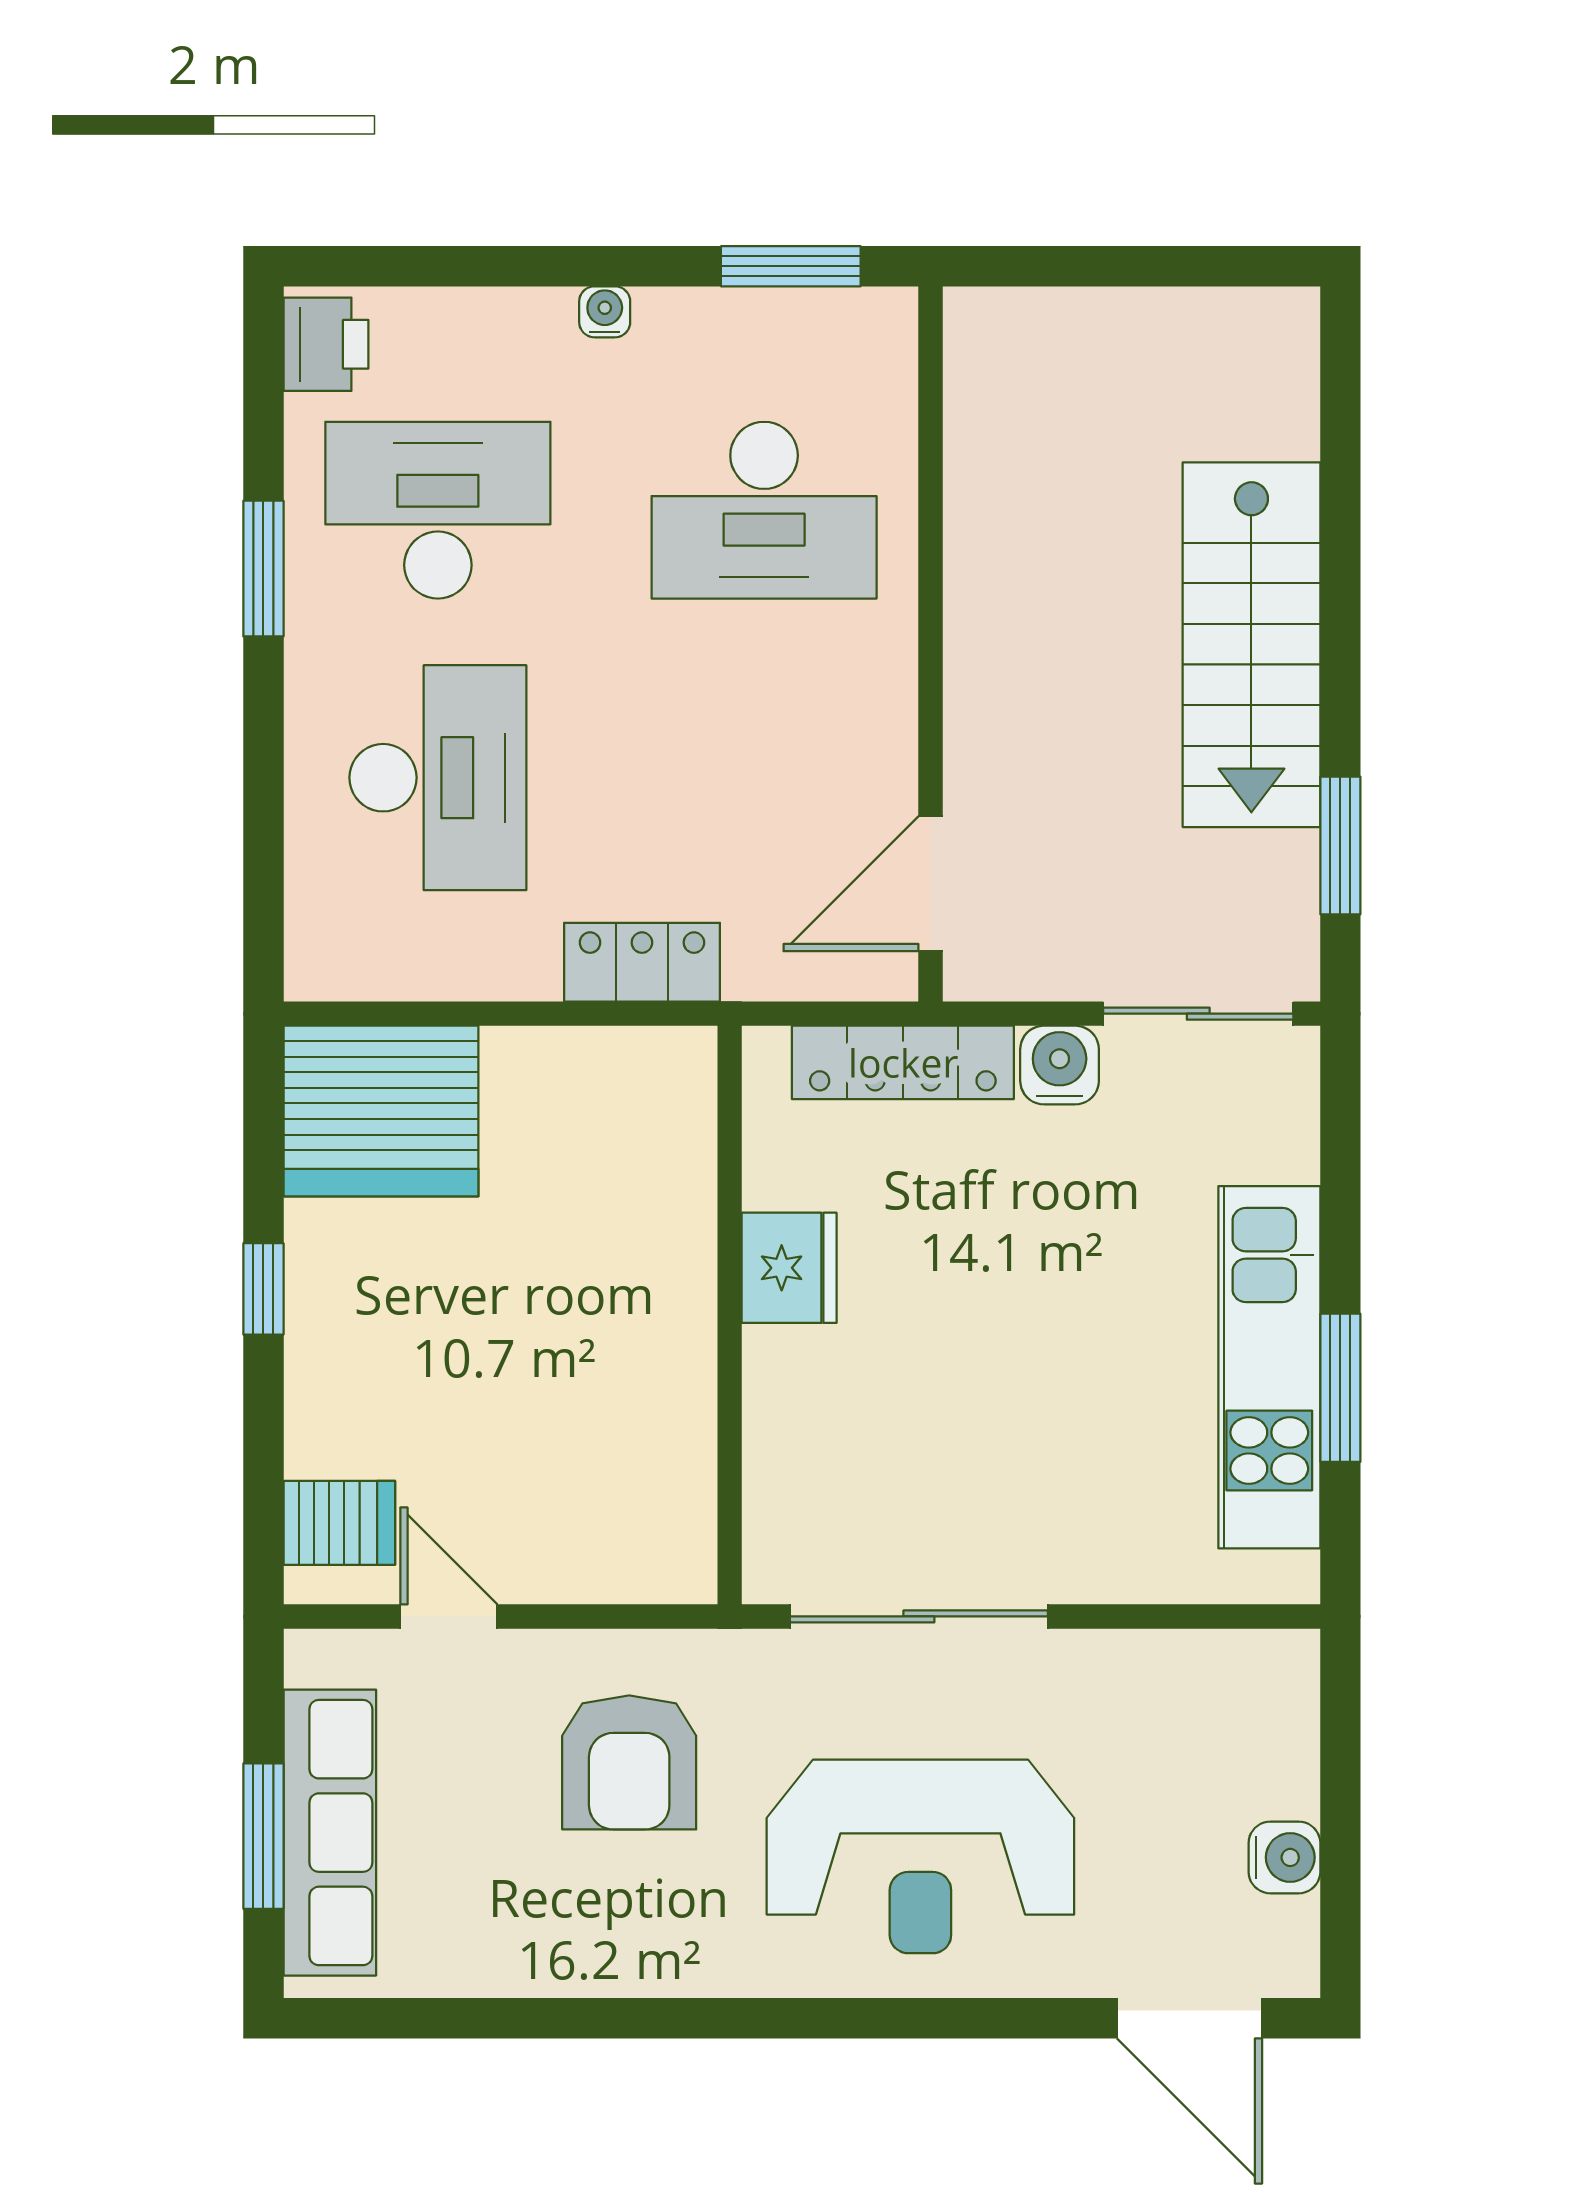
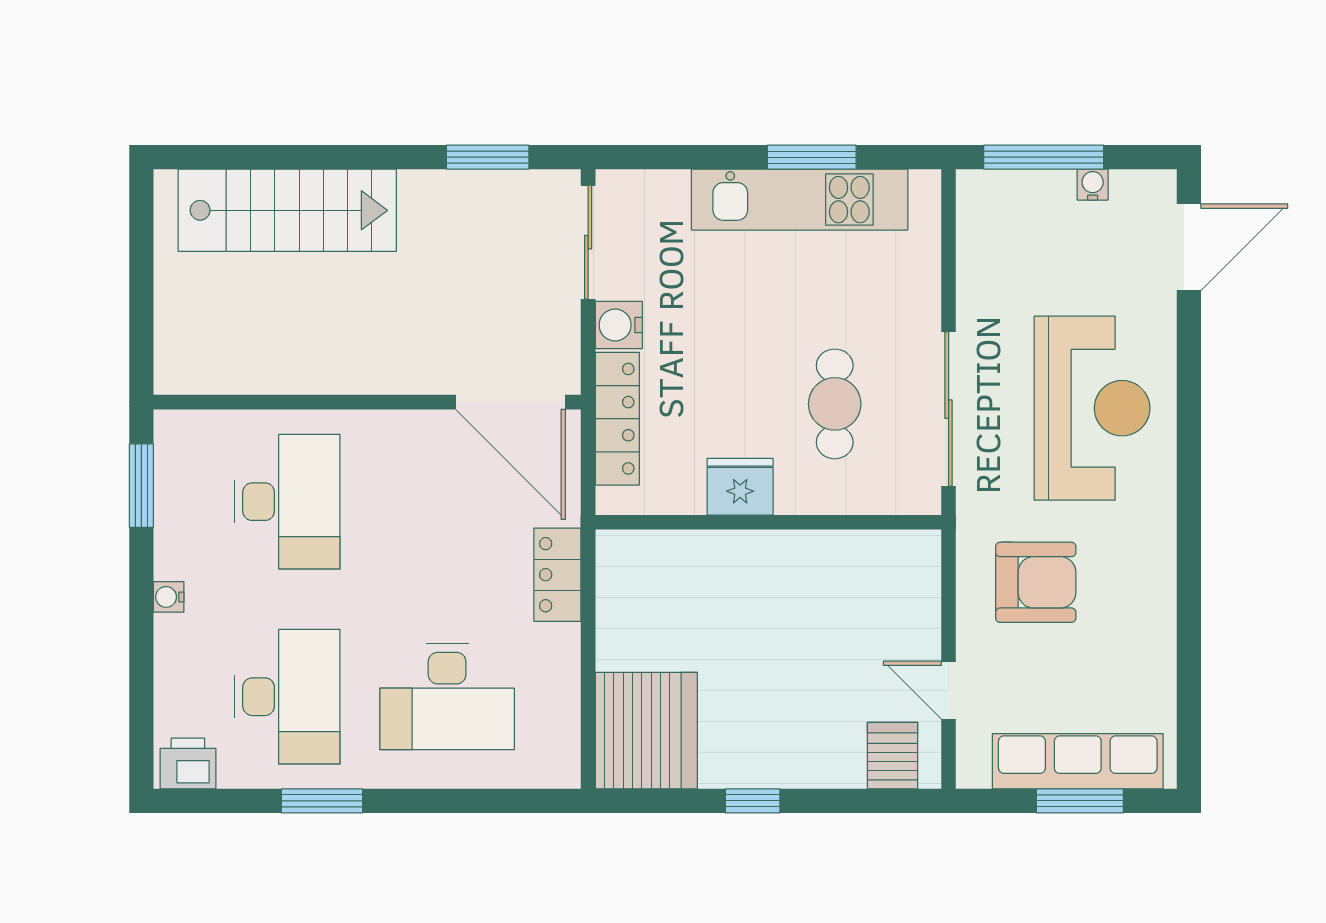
desk: (438, 510) -> (287, 697), turned 180
stairs: (1251, 645) -> (287, 210), moved
desk: (438, 778) -> (447, 697), turned 180
door: (930, 884) -> (510, 402), width x1.36
cafe table: (928, 1426) -> (835, 404), added
door: (449, 1616) -> (949, 690), hinge flipped
window: (1340, 1776) -> (1044, 157), added
water cooler: (1284, 1857) -> (1093, 185), width x0.72, depth x0.72

